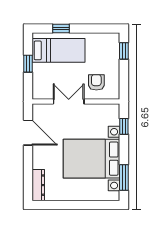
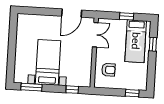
double door: (69, 101) -> (95, 35), moved
bed with nightstands: (92, 159) -> (48, 62), width x0.73
dresser: (38, 185) -> (30, 19), removed

